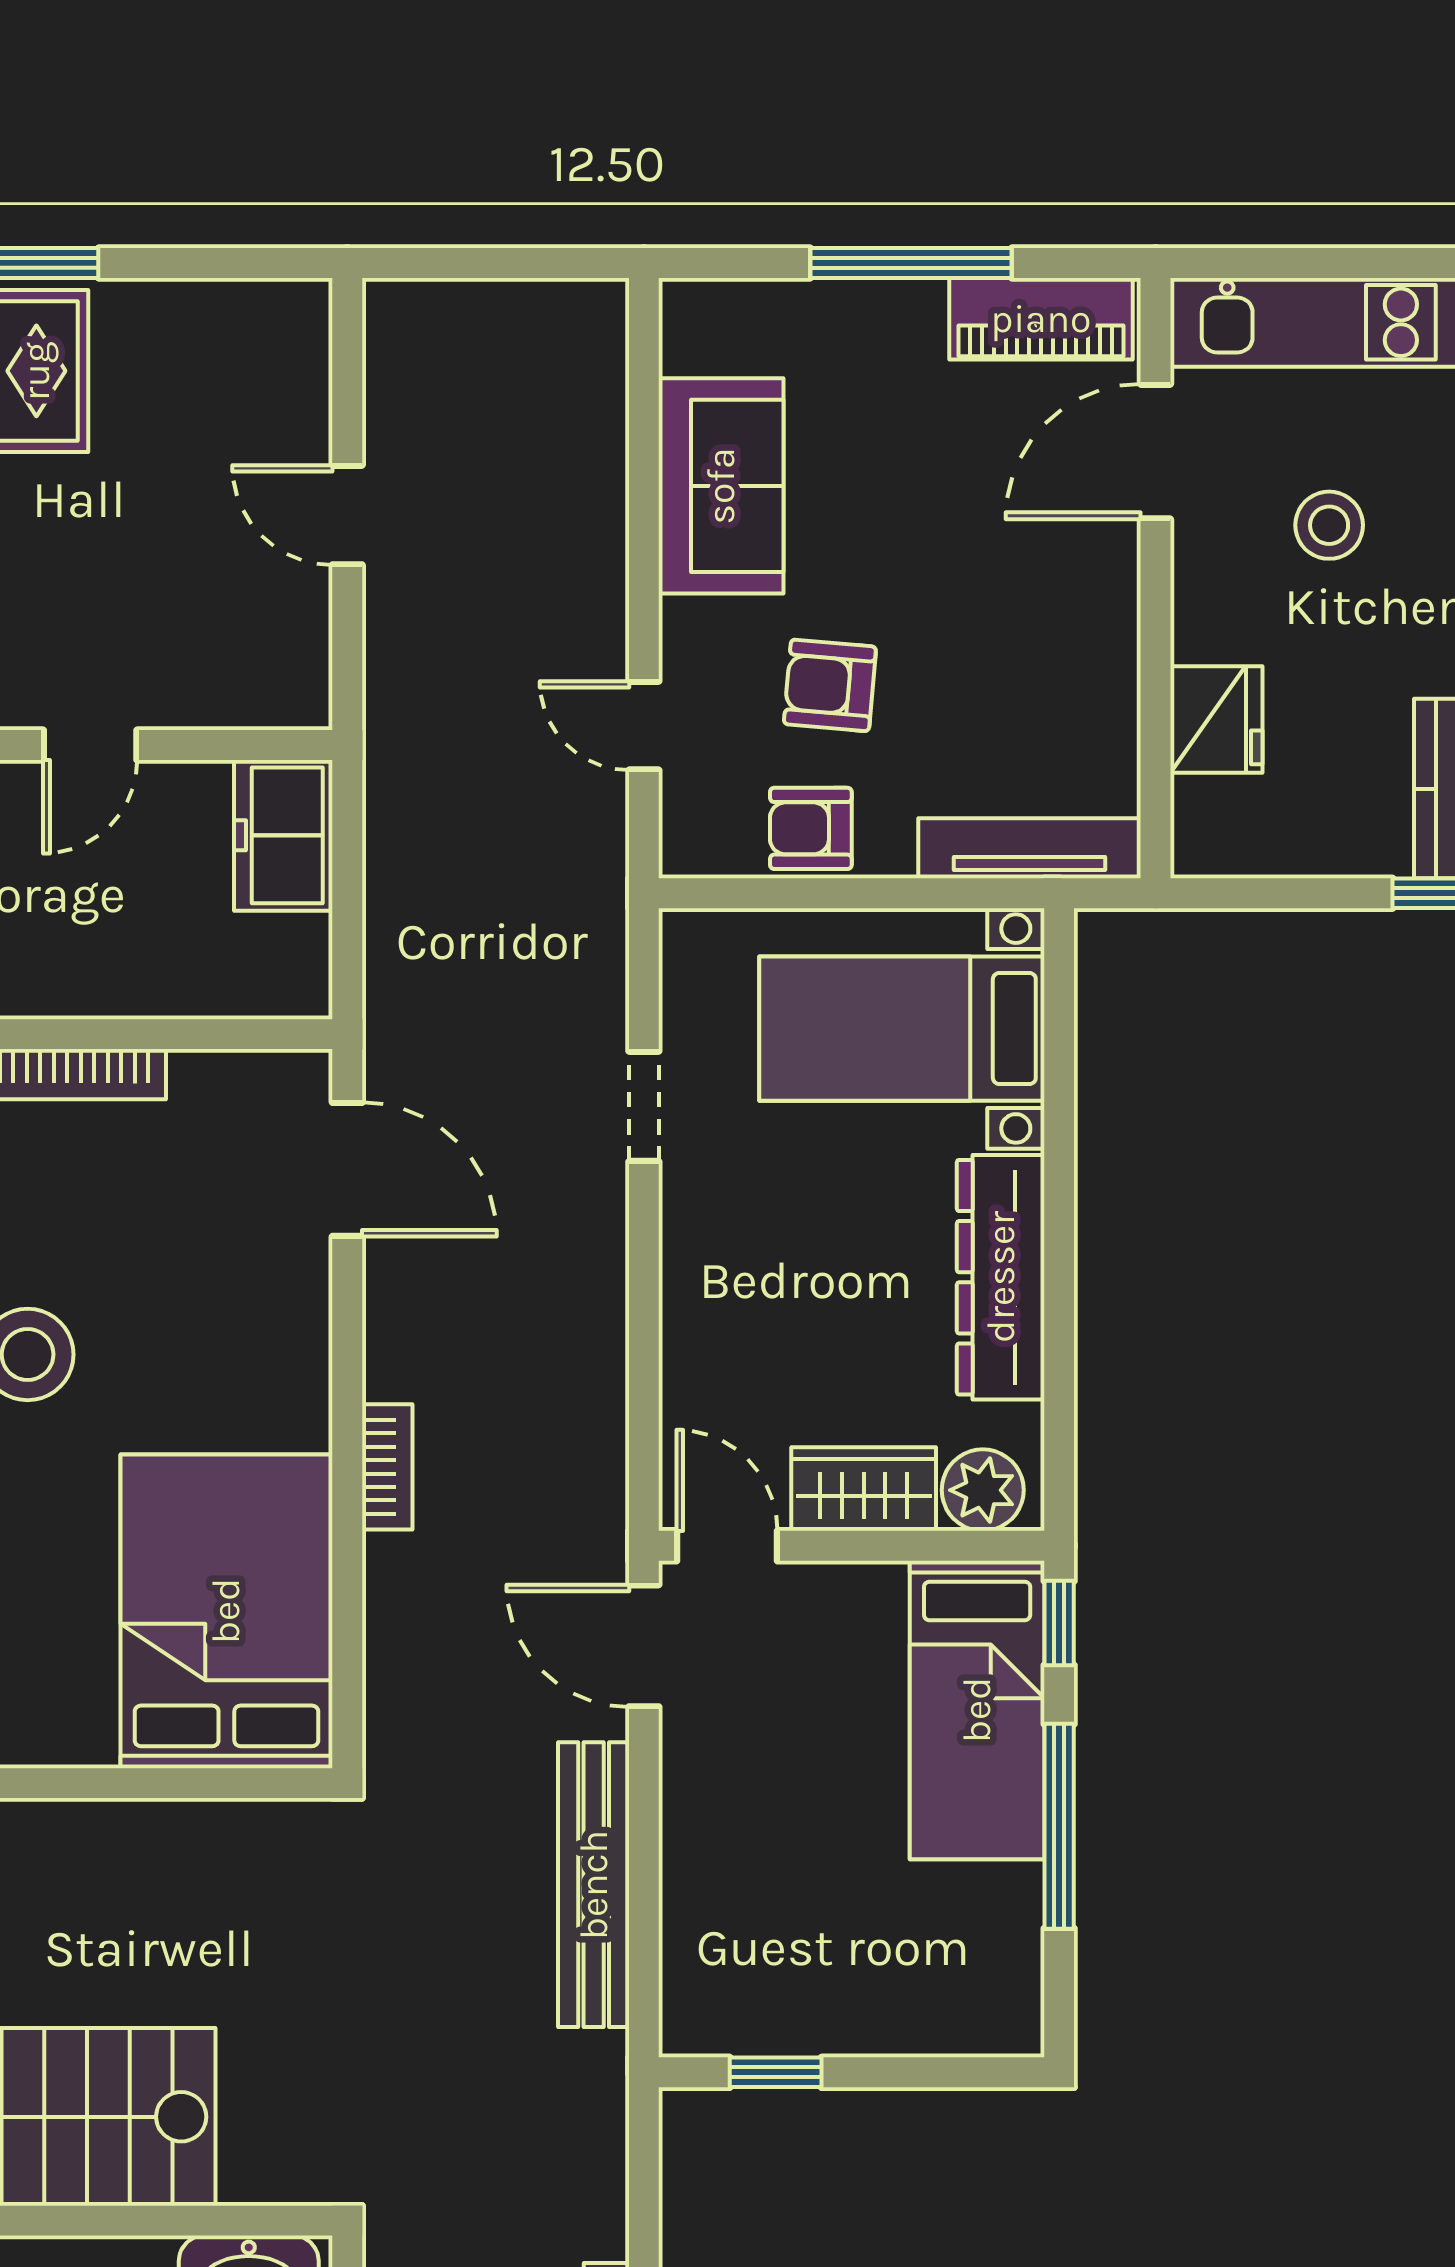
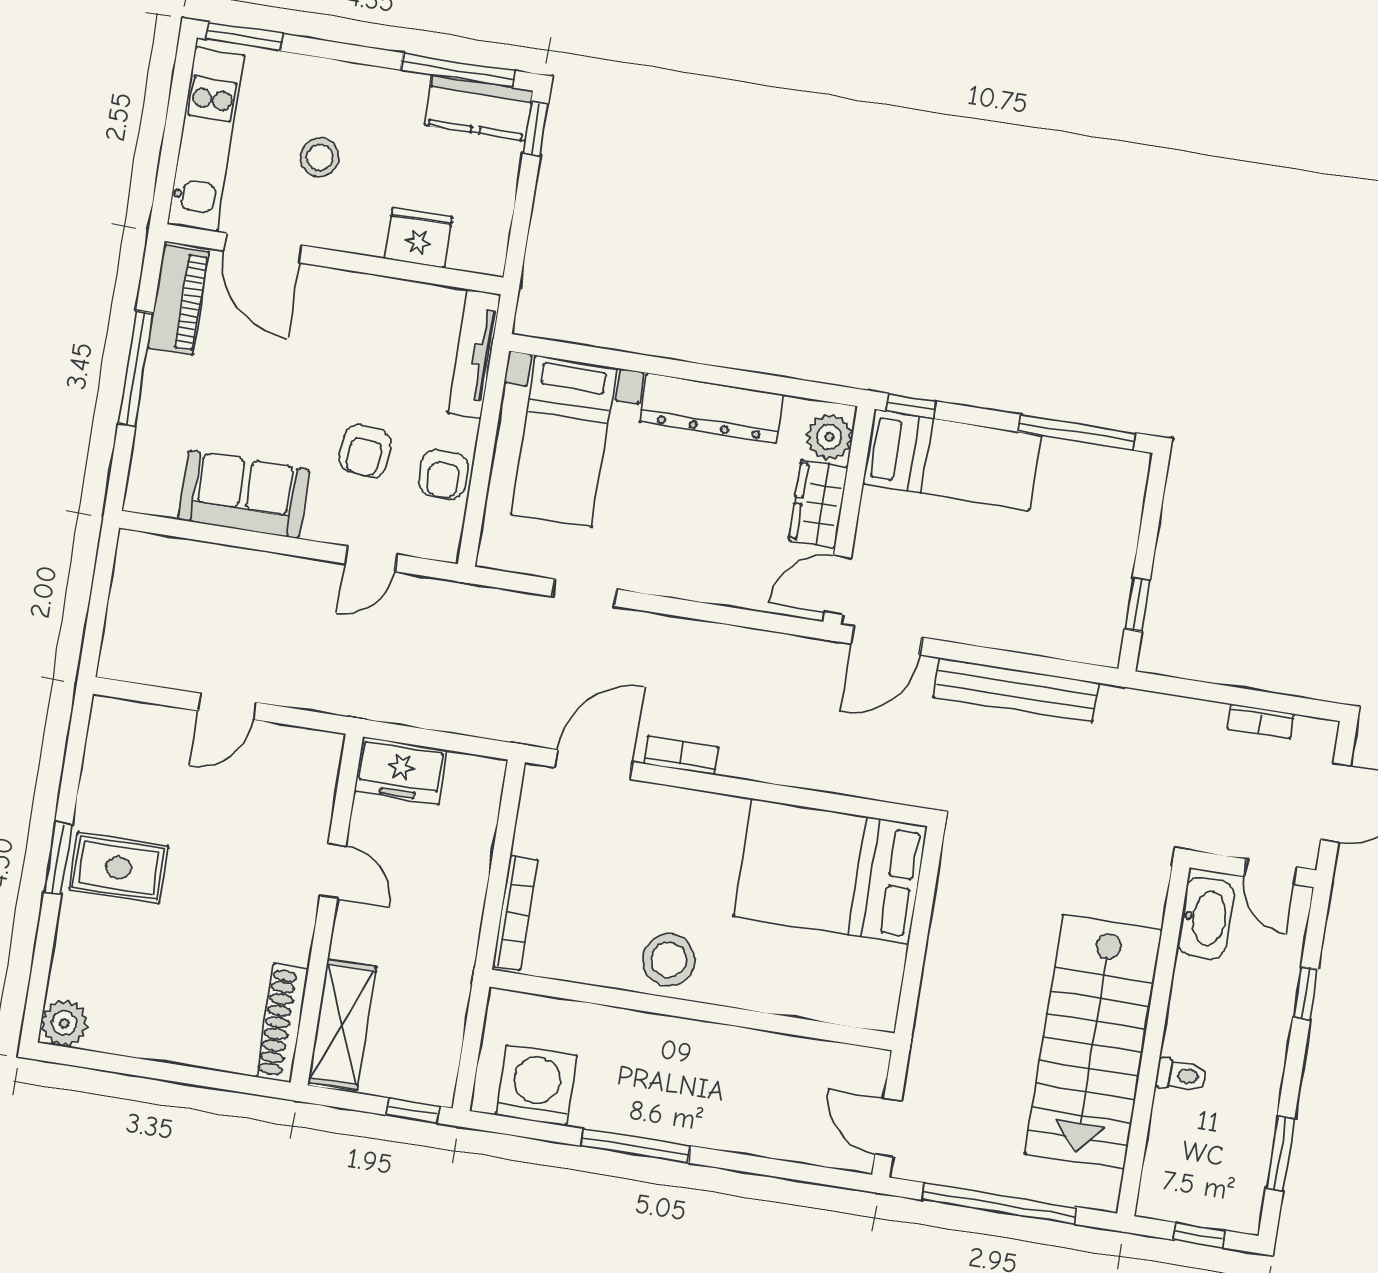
bookcase: (387, 1467) -> (681, 755), moved
window: (1059, 1826) -> (1077, 432), moved

